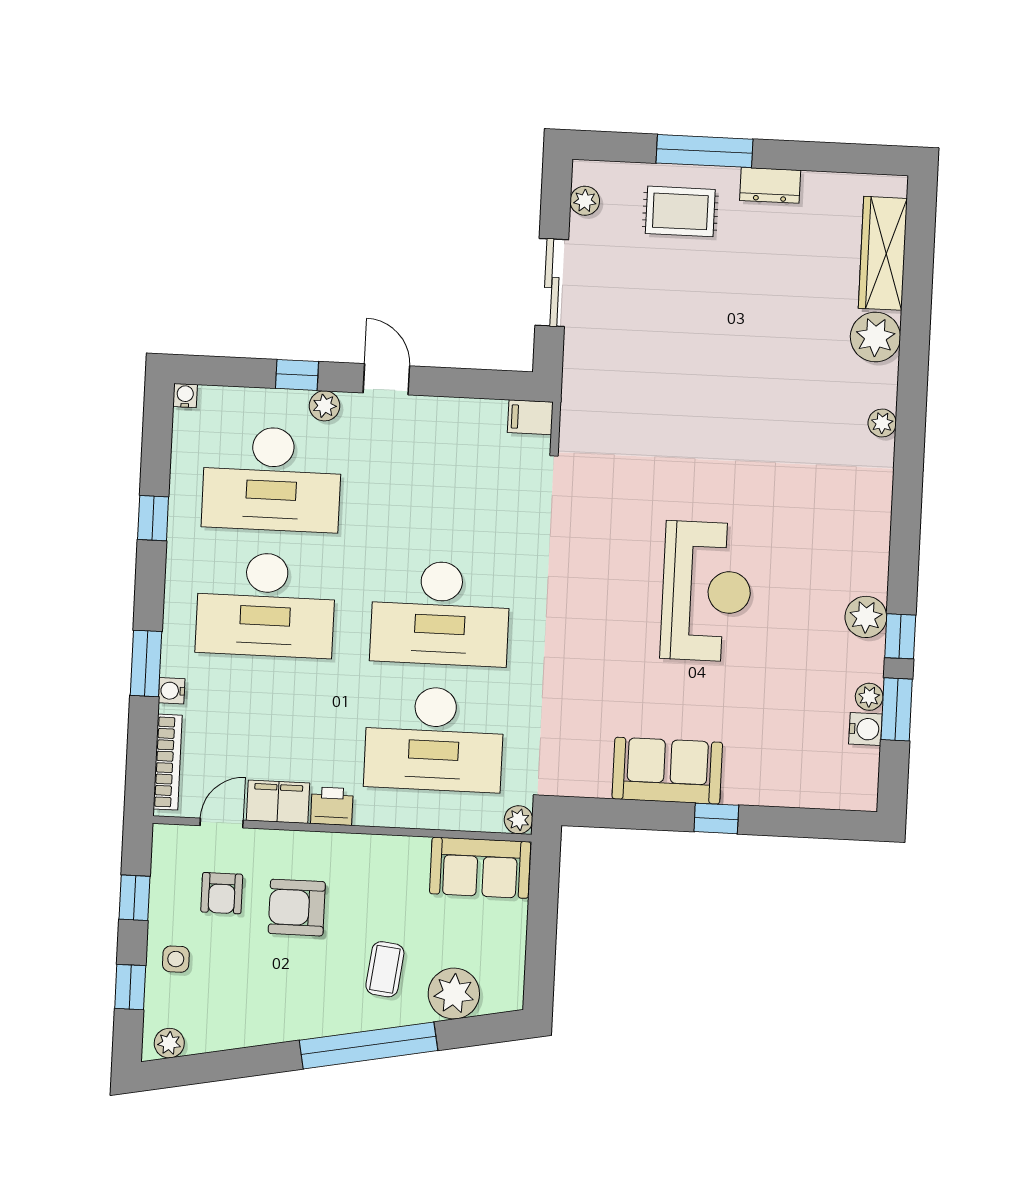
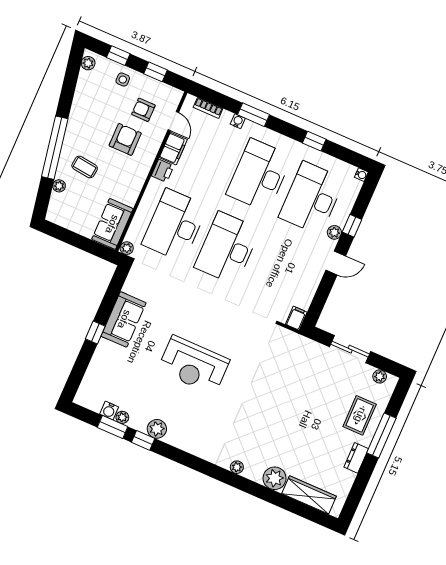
bookcase: (168, 762) -> (208, 108), width x0.64
plant: (454, 994) -> (59, 186), width x0.53, depth x0.53

